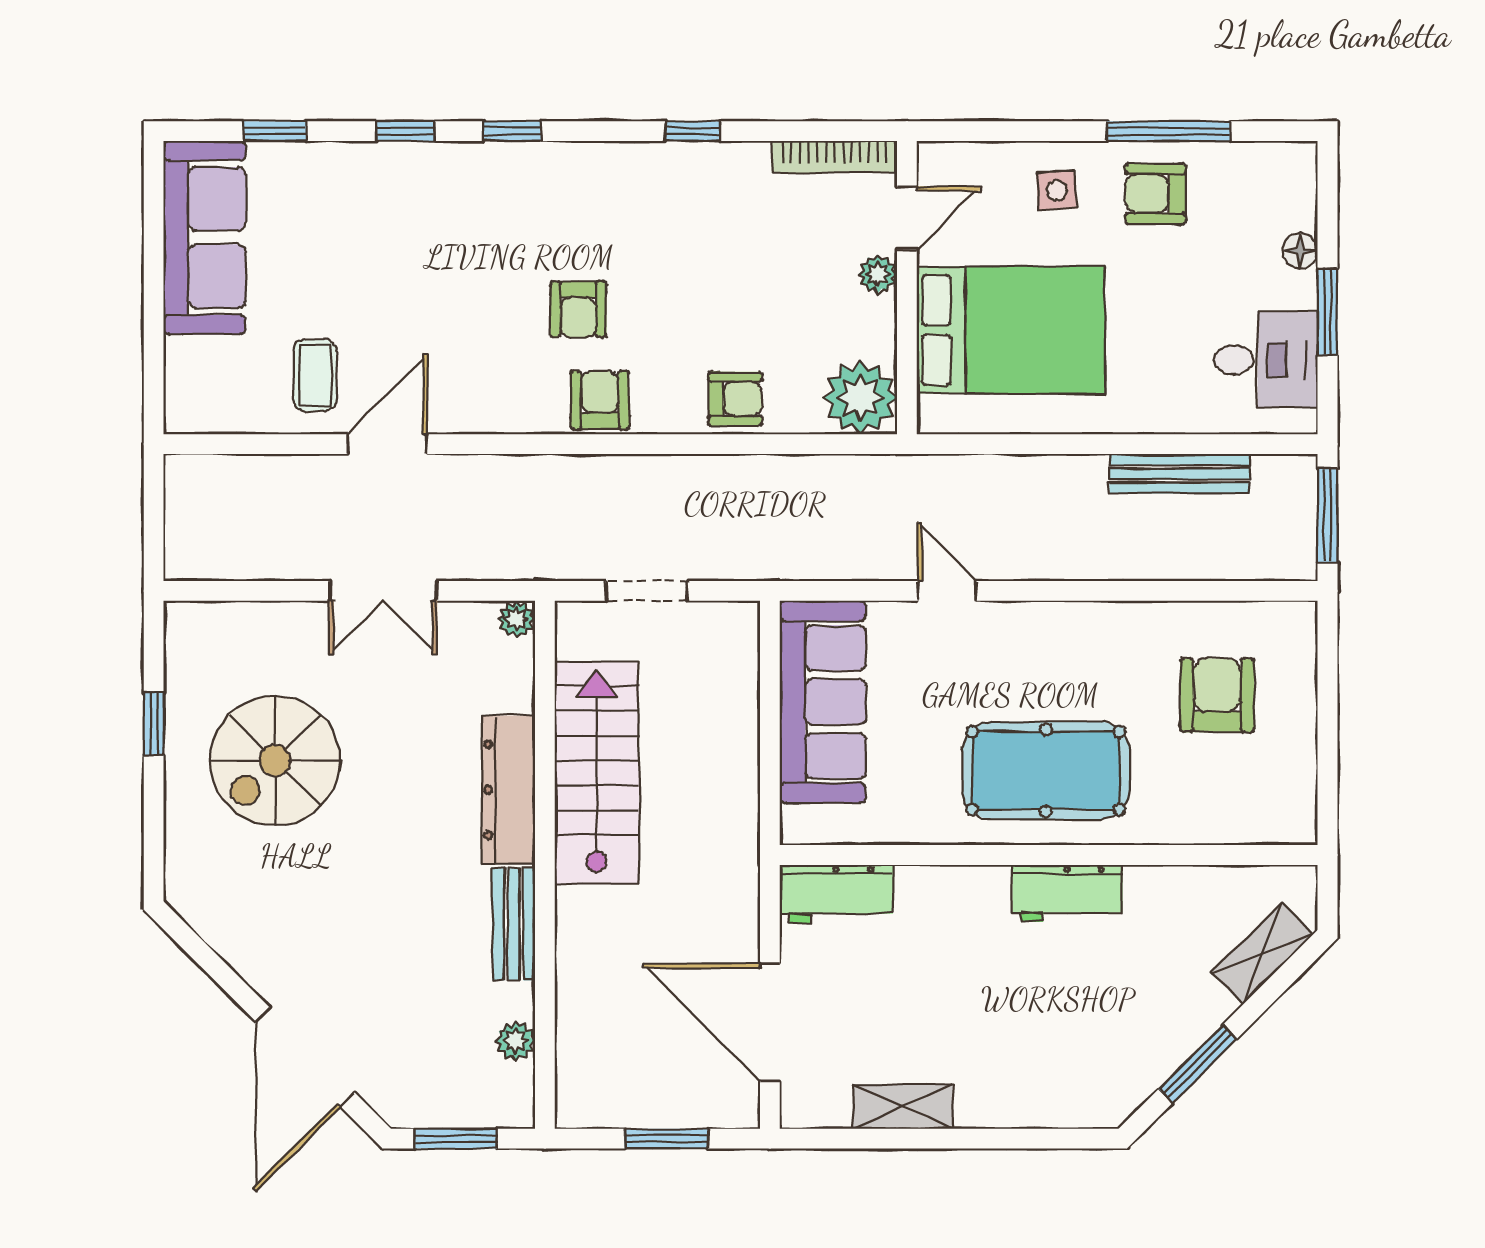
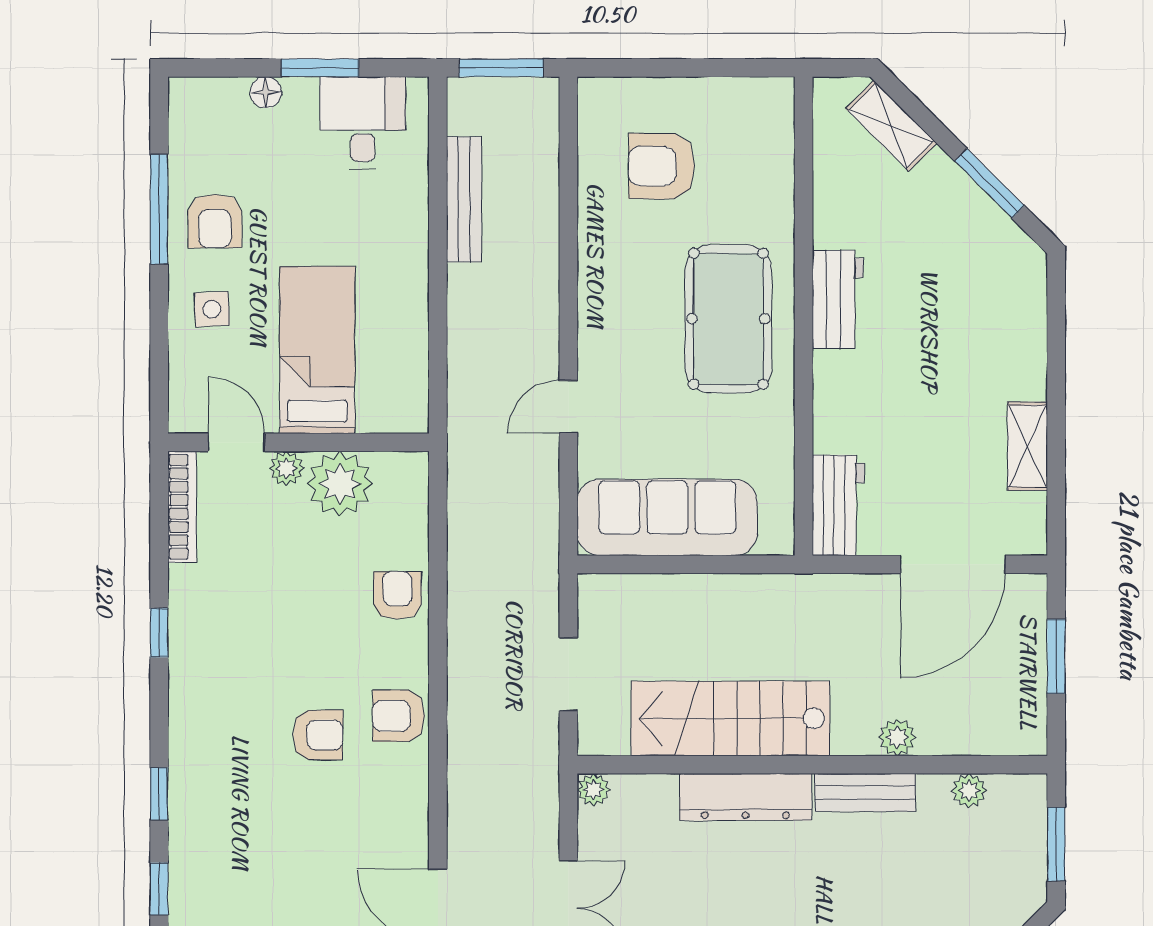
bed: (1011, 330) -> (317, 350), width x0.67
plant: (860, 398) -> (340, 484), moved
plant: (576, 960) -> (897, 737), added

